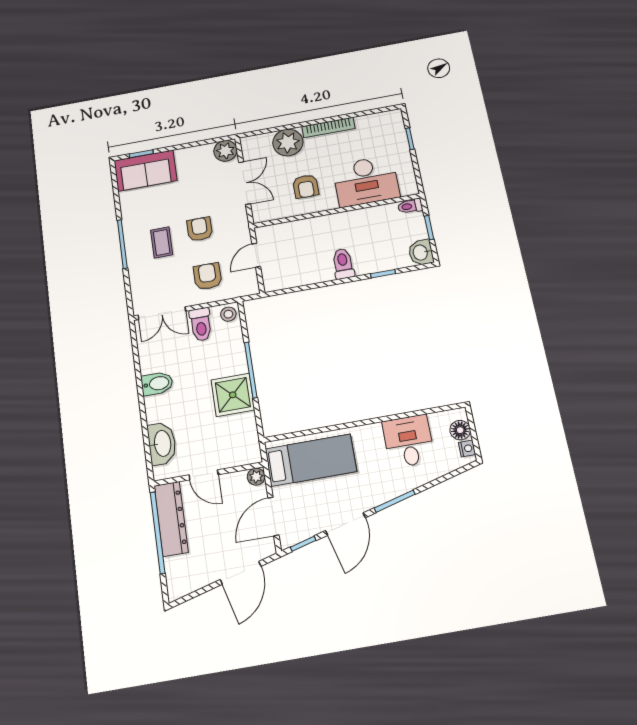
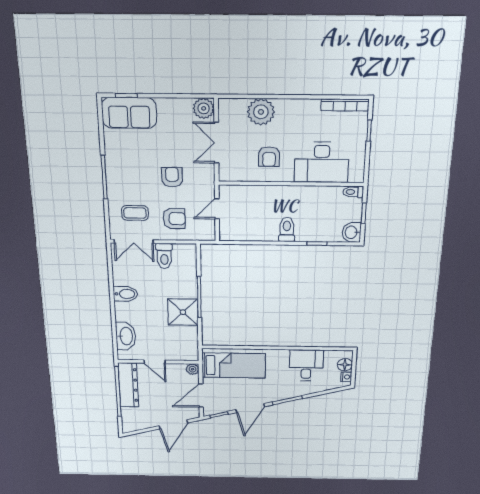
bookcase: (328, 128) -> (345, 105), moved
double door: (245, 183) -> (216, 143), swing flipped
coffee table: (162, 242) -> (135, 213), moved, turned 90
armchair: (208, 276) -> (174, 219), turned 90
stool: (228, 314) -> (187, 252), removed

